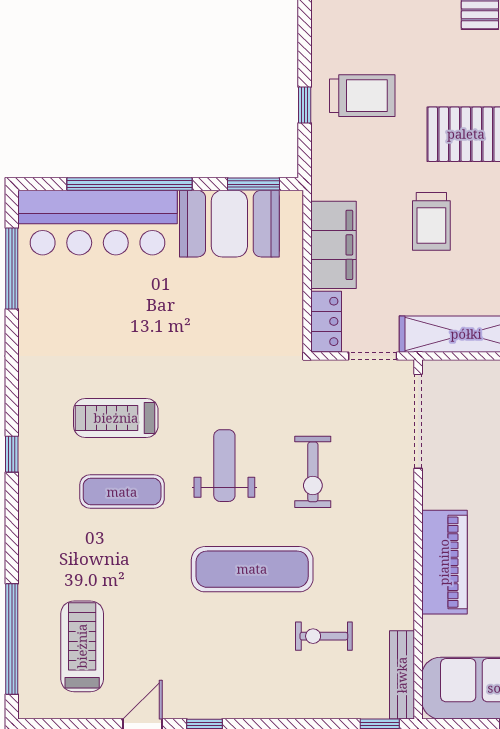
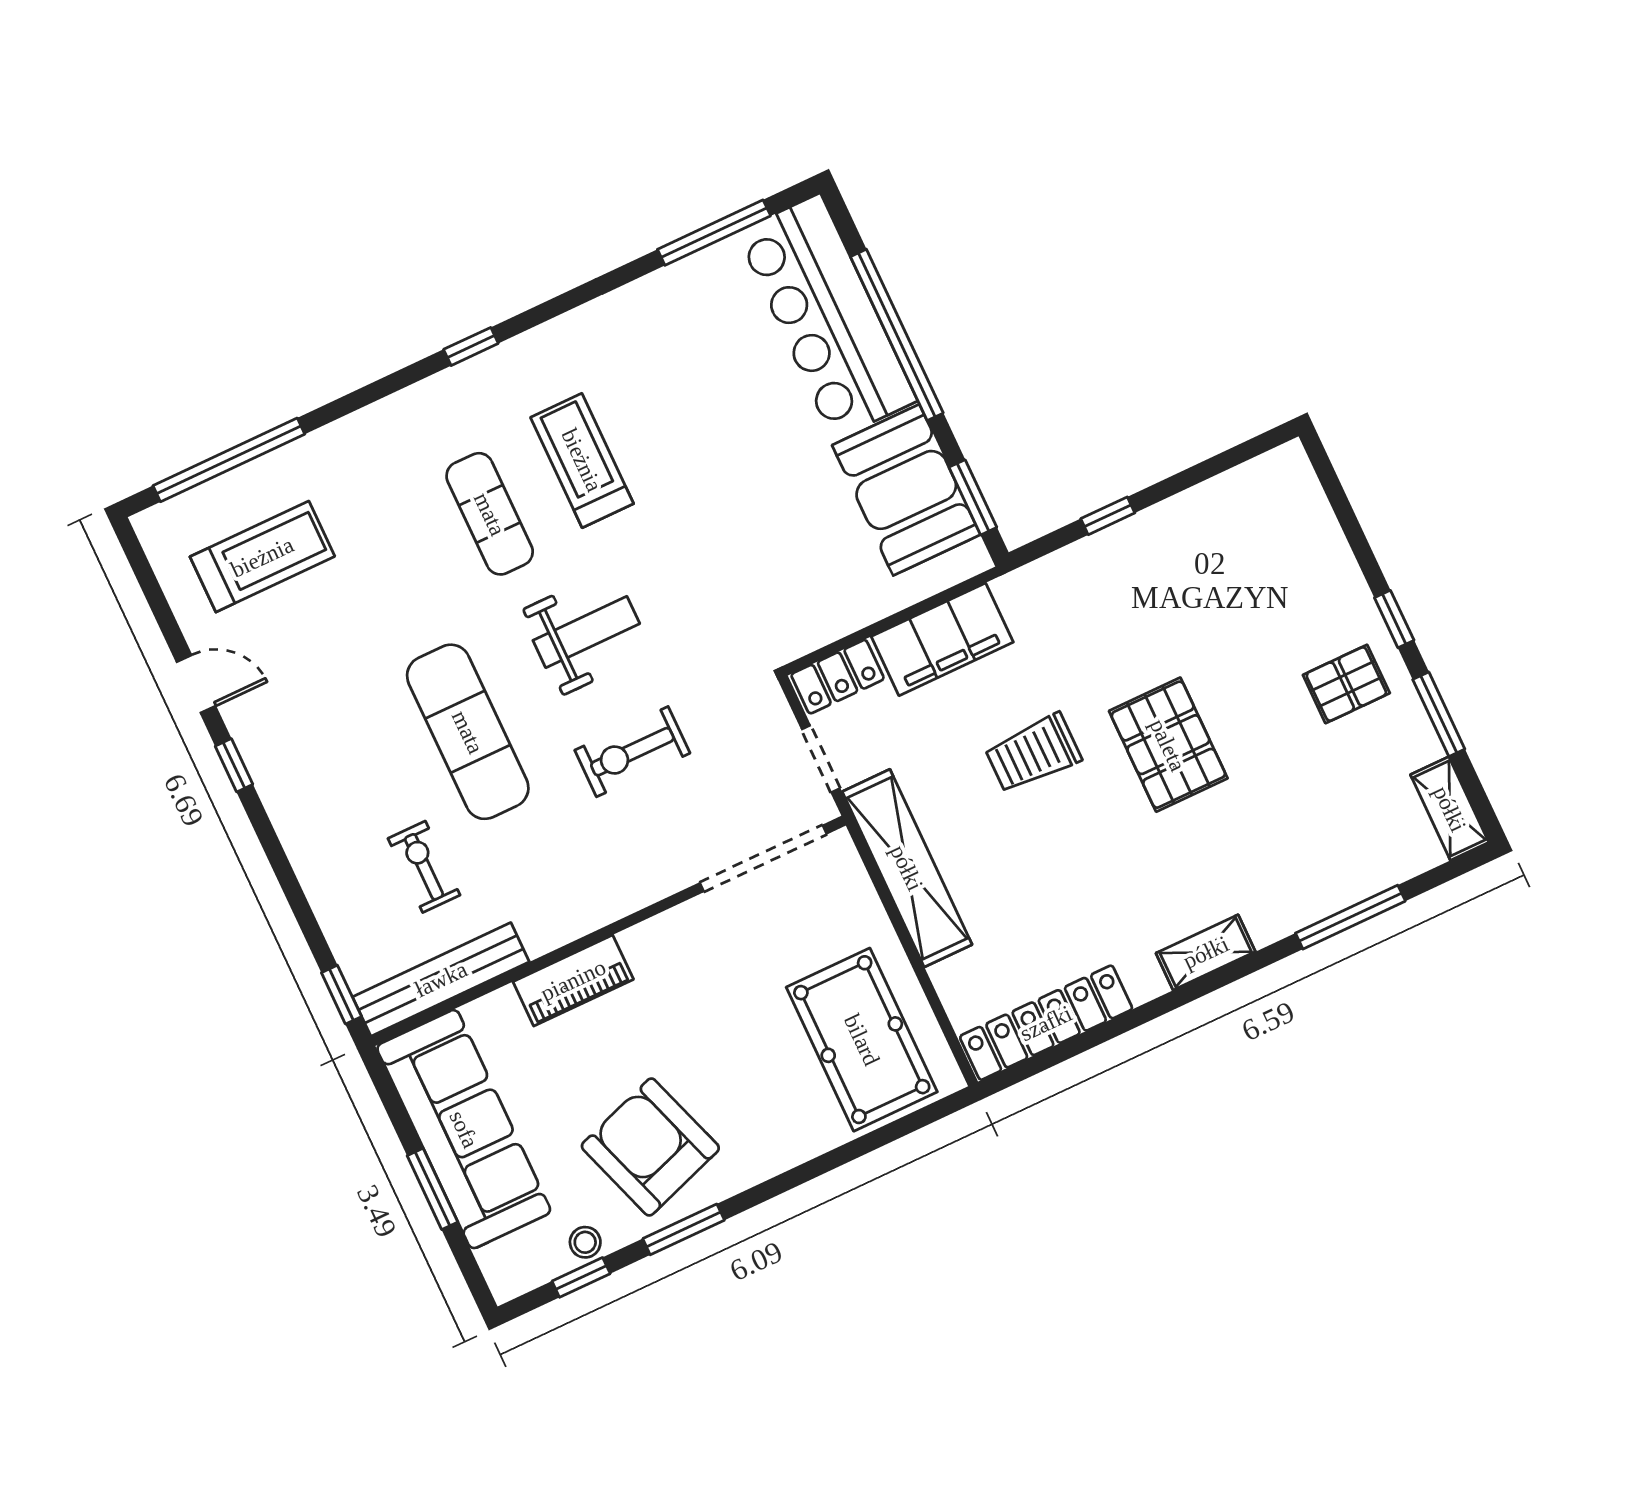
trolley: (362, 96) -> (1155, 586), removed
piano: (444, 562) -> (573, 980), width x0.73, depth x0.75
bench: (402, 675) -> (441, 979), width x1.37, depth x1.21

